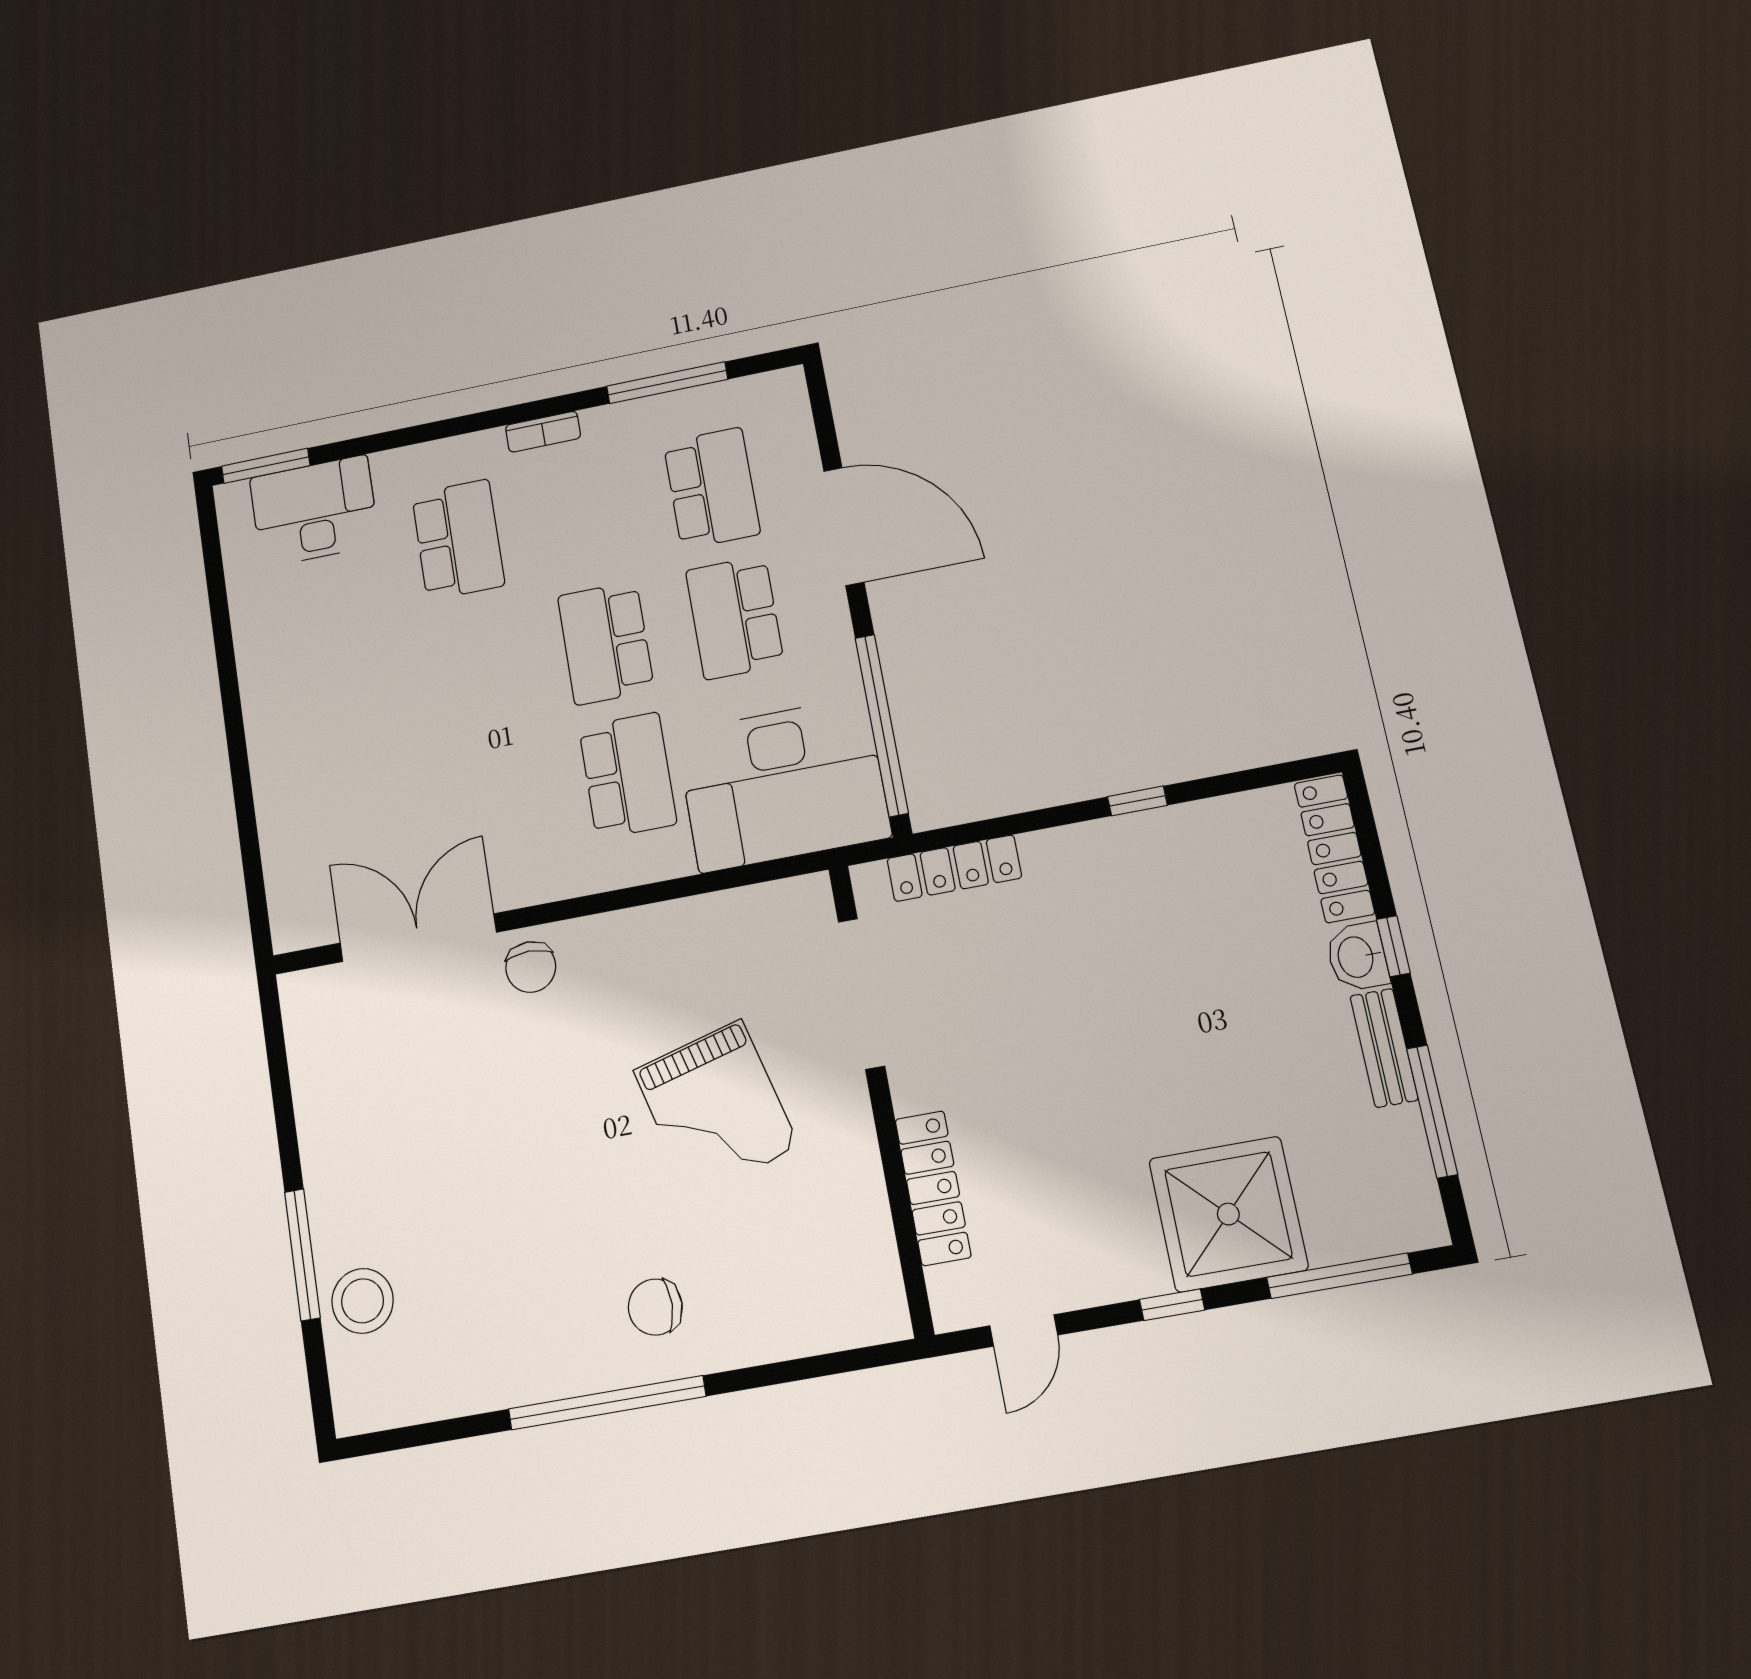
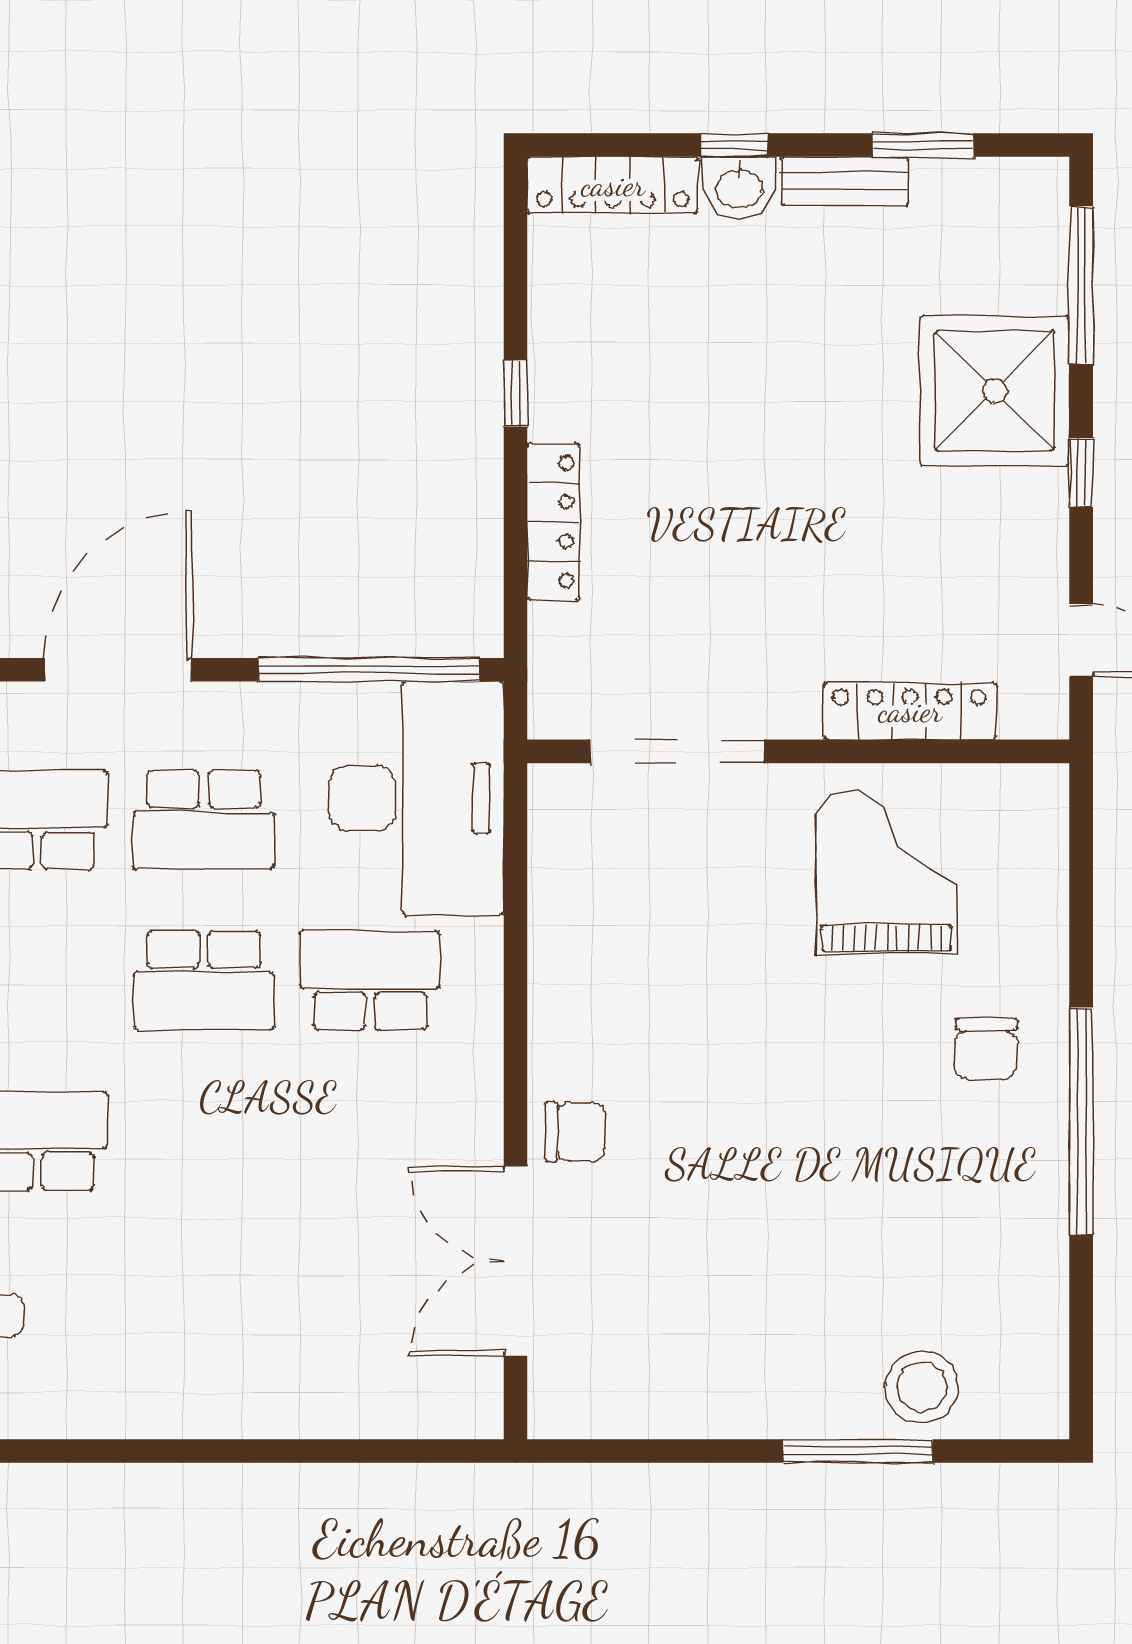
locker: (954, 868) -> (553, 522), moved
grand piano: (716, 1108) -> (887, 873), moved, turned -75
window: (1432, 1111) -> (923, 145), width x0.69

